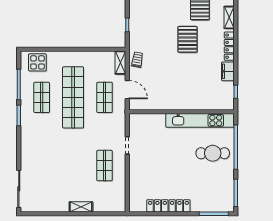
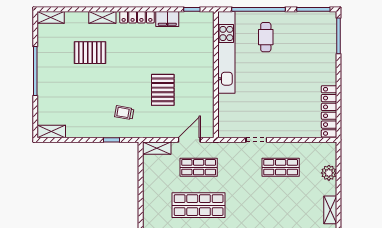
pallet: (187, 39) -> (163, 90), moved, turned 90
trolley: (137, 60) -> (124, 113), moved
shop shelf: (73, 97) -> (199, 205), width x0.71
cafe table: (213, 153) -> (266, 37), width x0.73, depth x0.74
plant: (100, 206) -> (329, 173), added
locker: (168, 206) -> (329, 111), moved
shelving: (81, 207) -> (330, 210), moved

